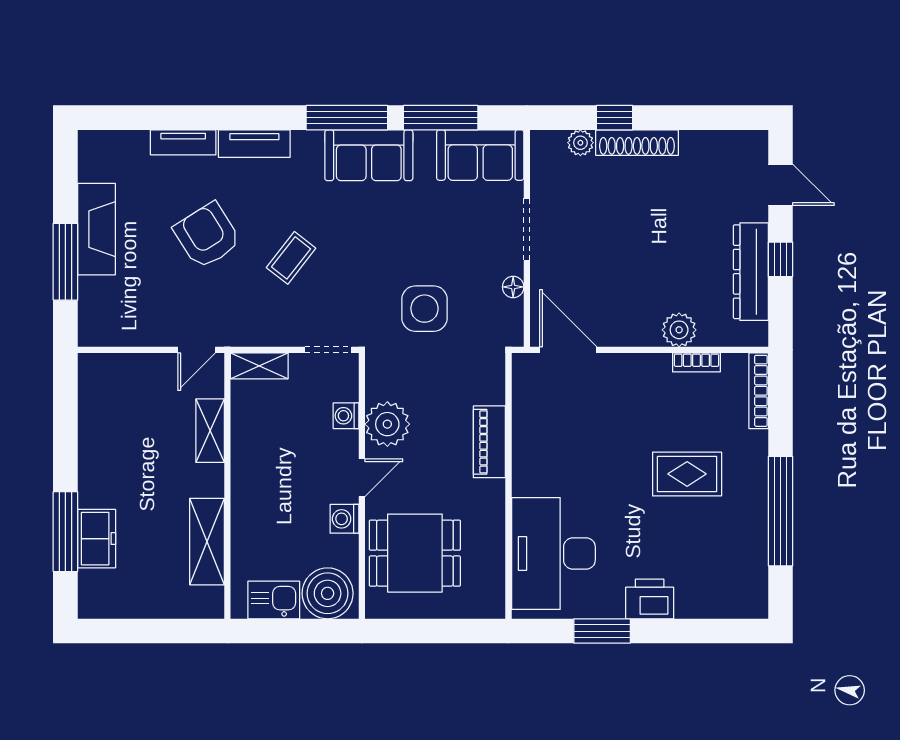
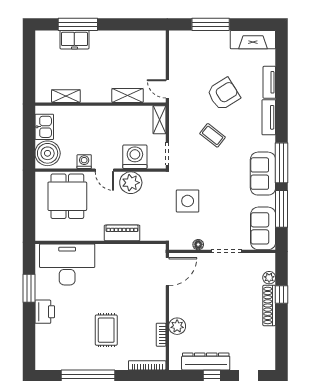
fireplace: (97, 229) -> (253, 40), moved
washing machine: (346, 416) -> (135, 157), width x1.89, depth x1.89
shelving: (207, 542) -> (66, 96), width x0.67, depth x0.75

